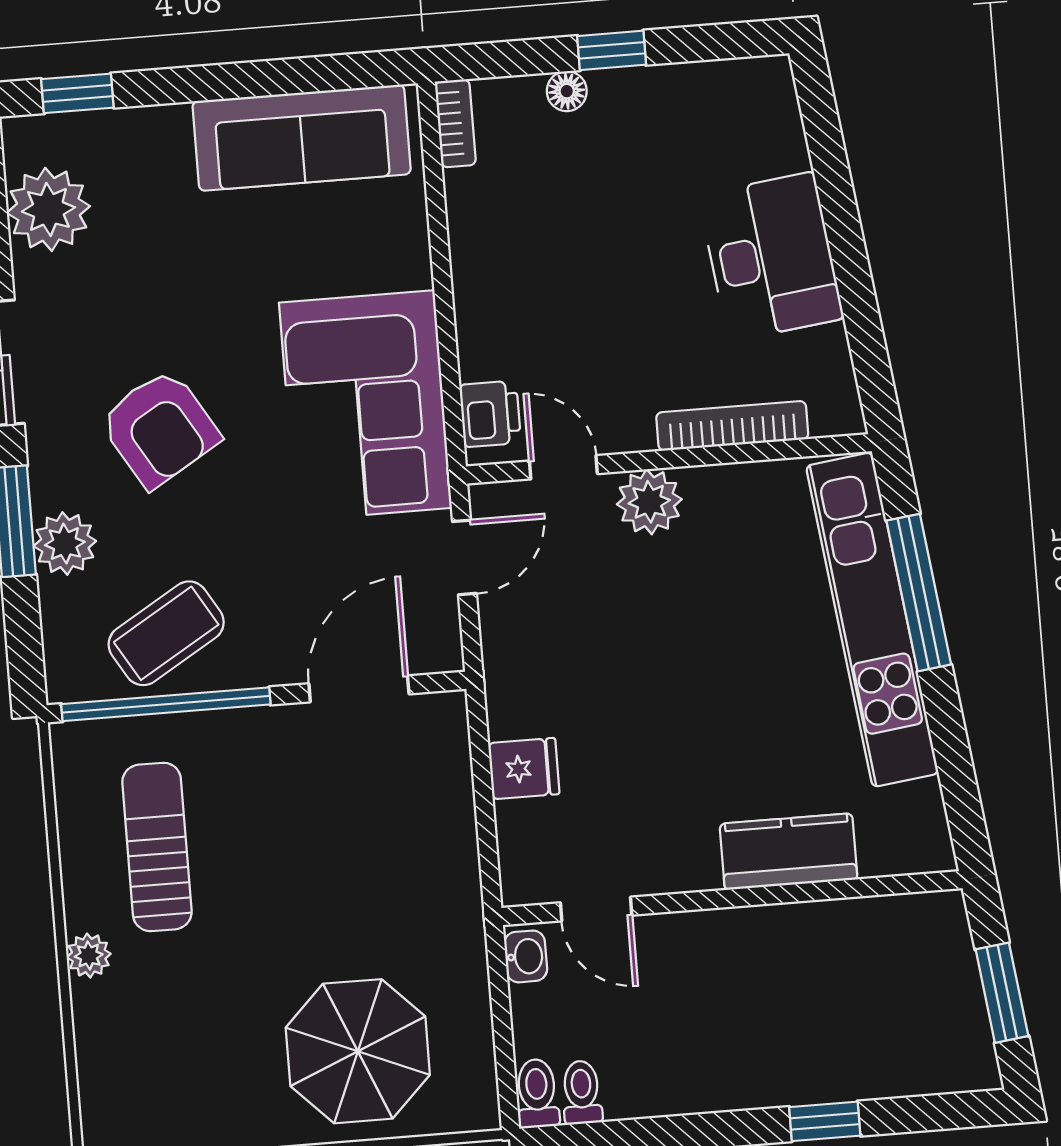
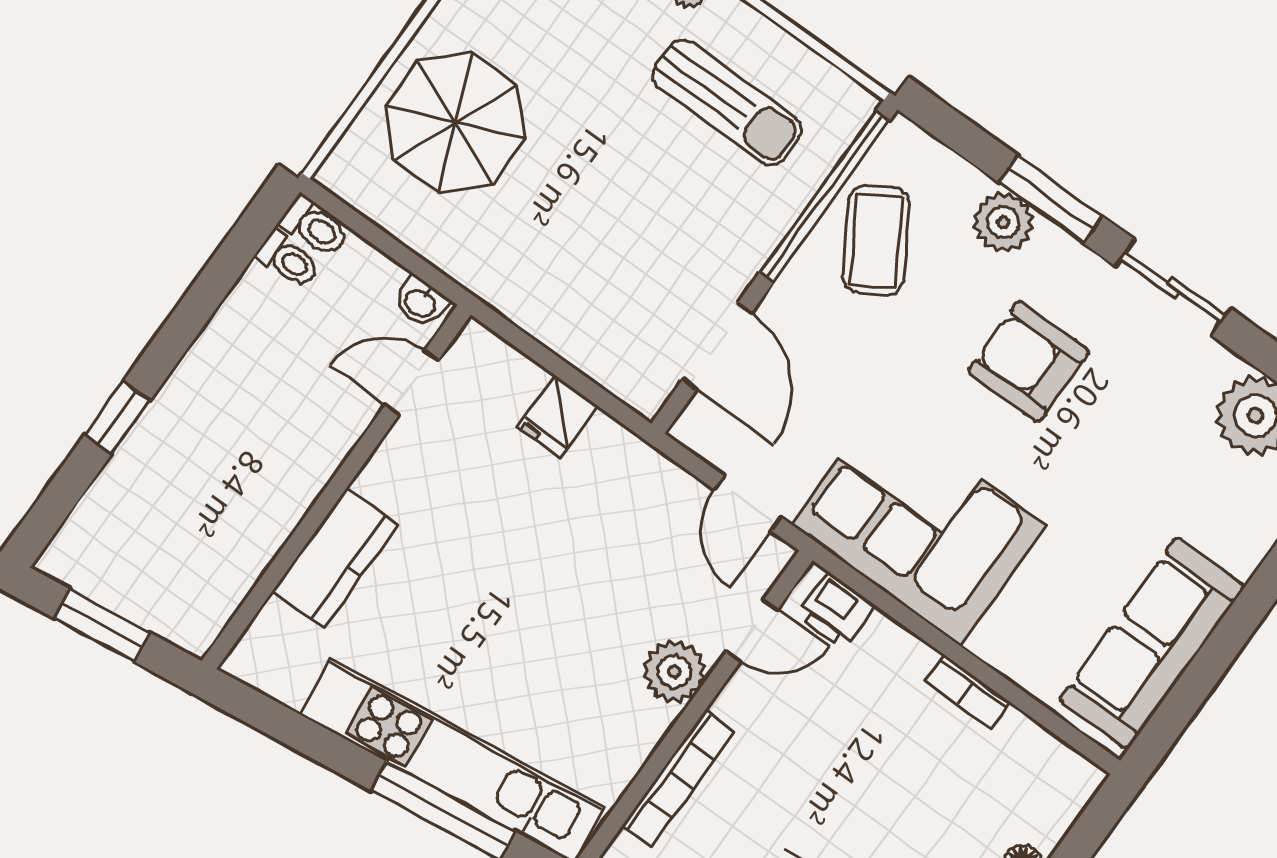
bookcase: (455, 123) -> (967, 691), moved
armchair: (160, 428) -> (1029, 362), turned 31

